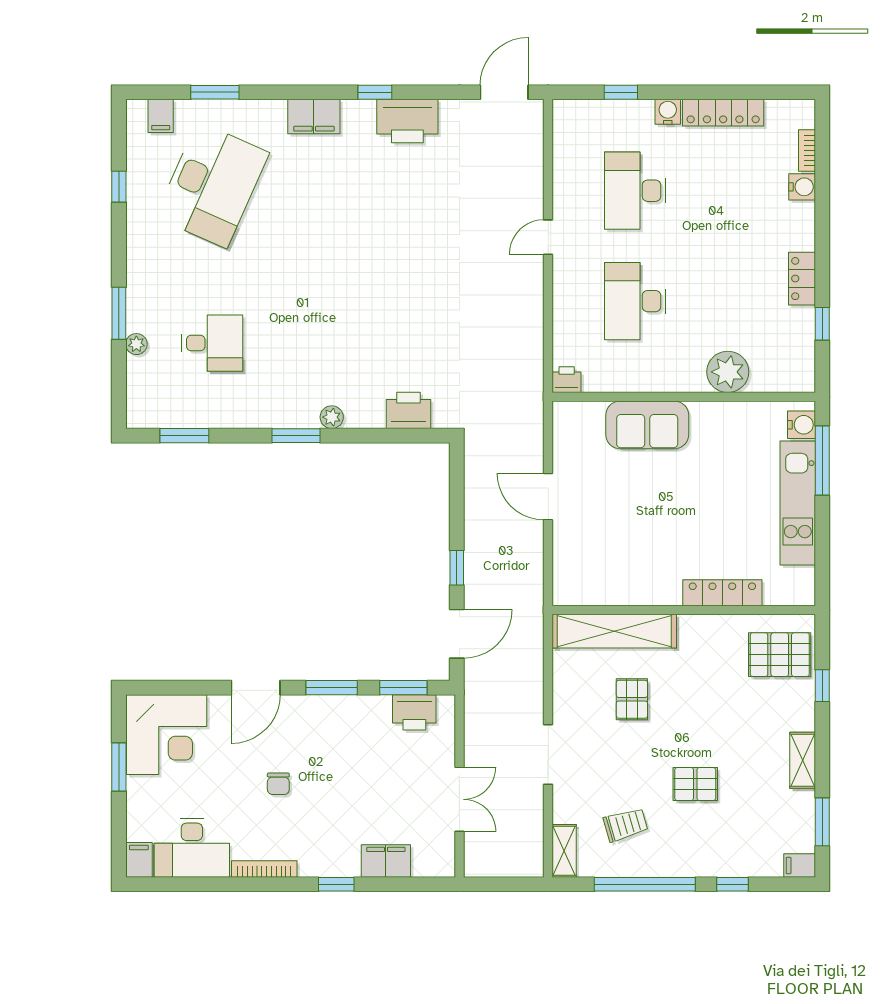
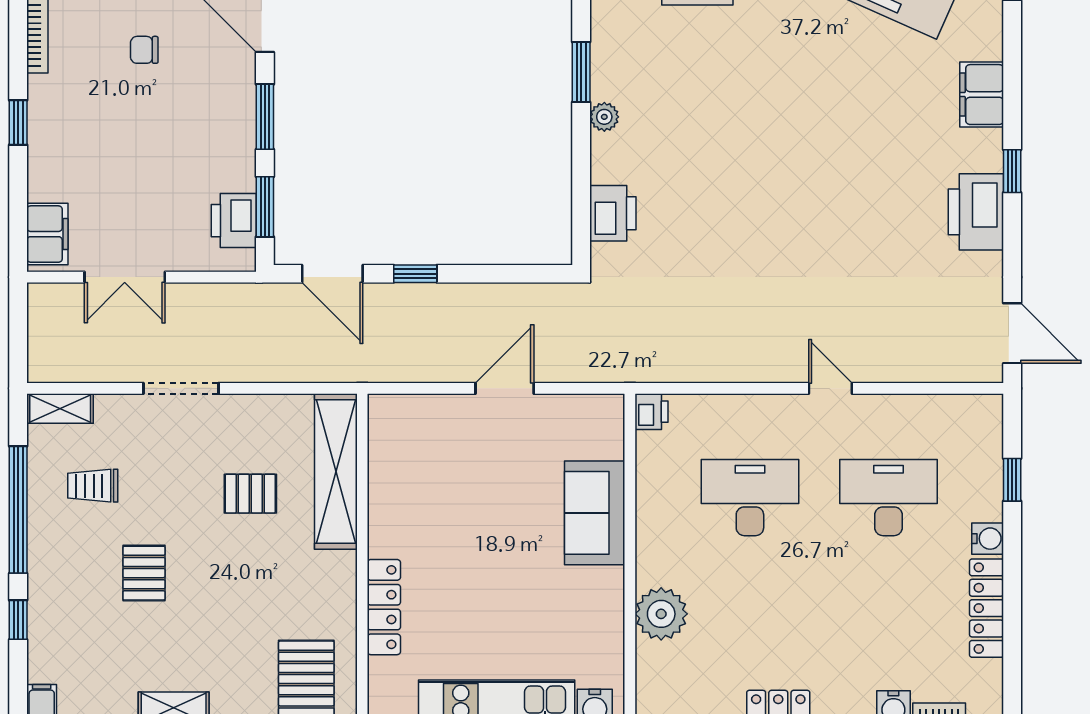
trolley: (626, 825) -> (93, 486), turned 106
filing cabinet: (386, 861) -> (47, 234), moved

